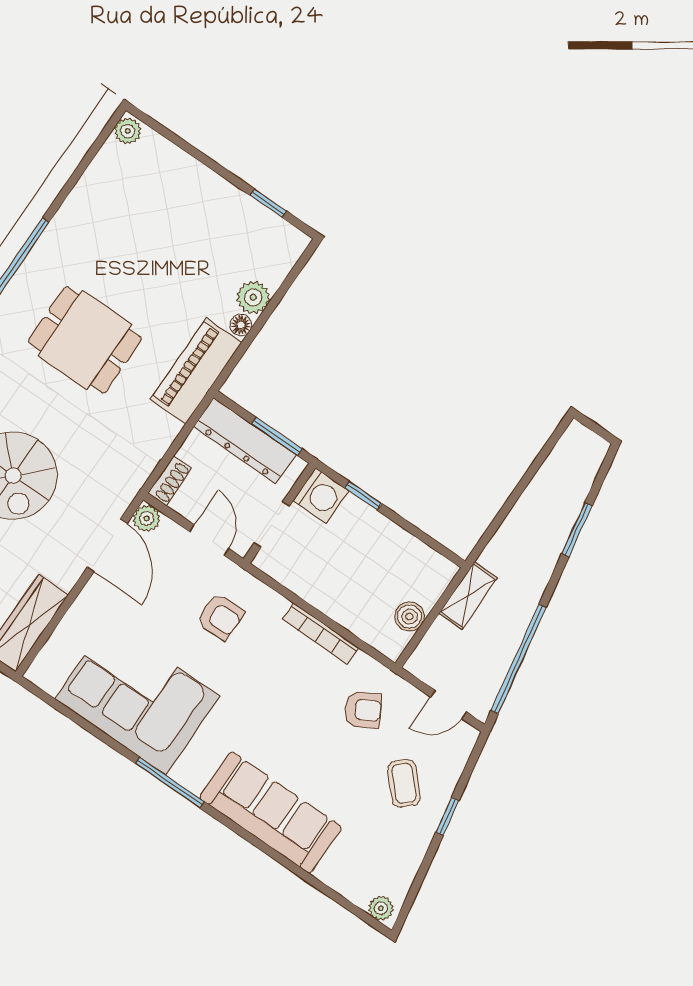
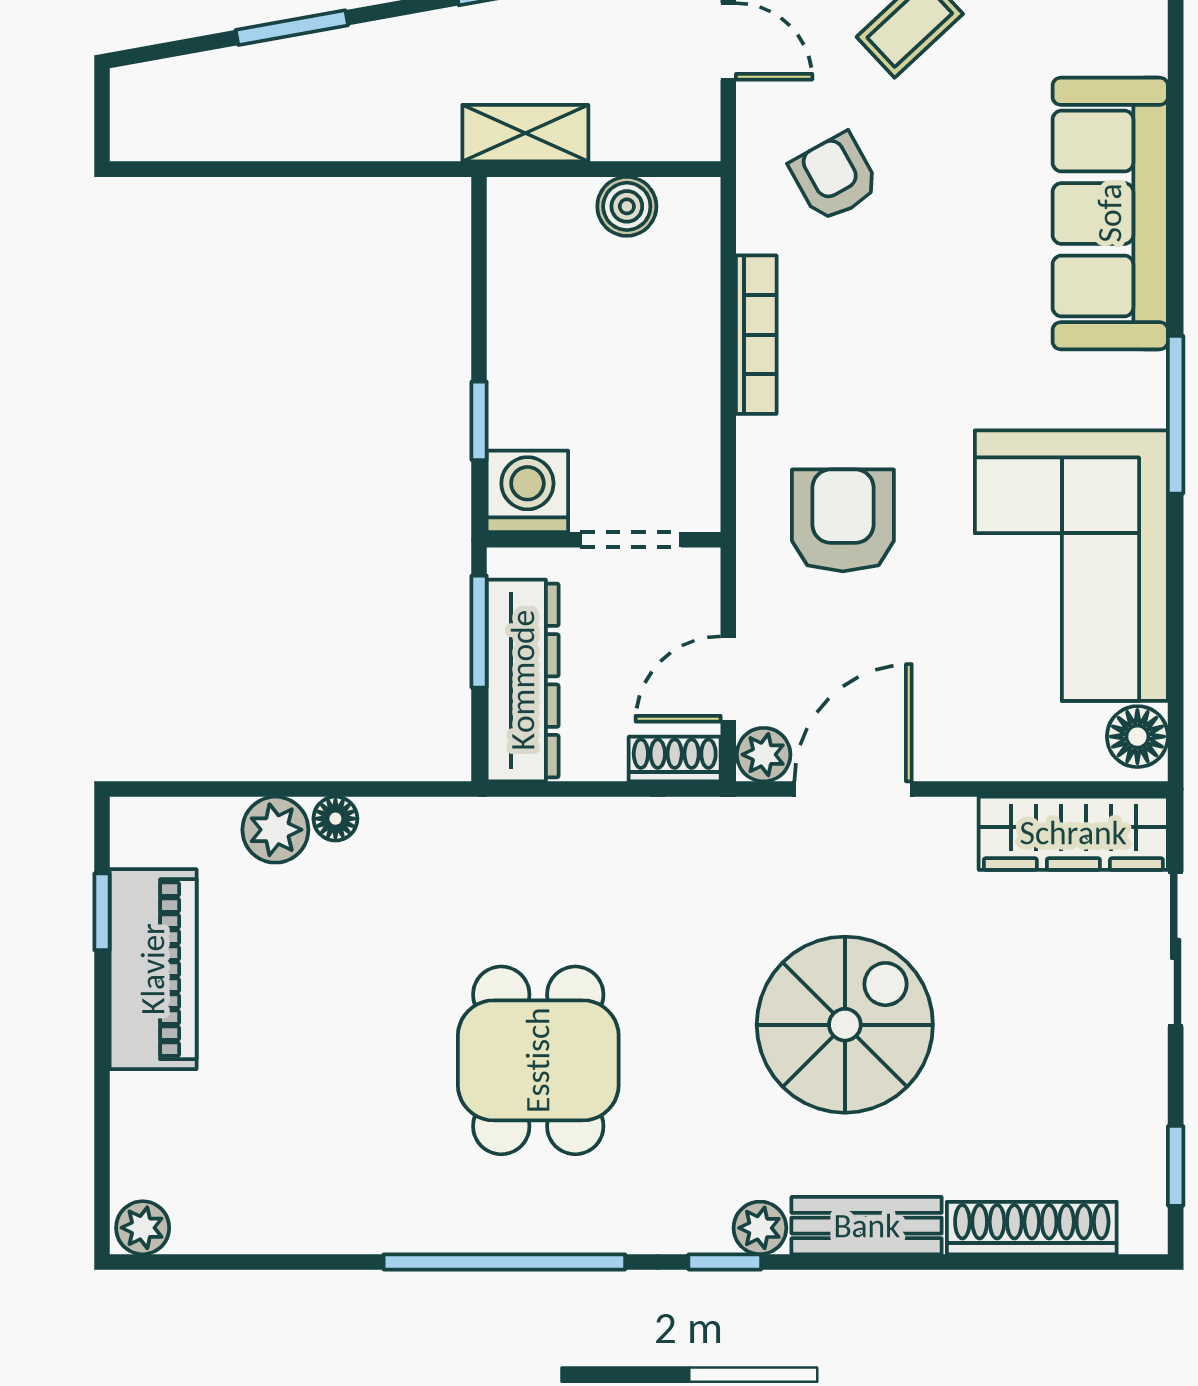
piano: (196, 371) -> (153, 969), moved, turned -90
door: (209, 540) -> (728, 679), moved
armchair: (220, 617) -> (843, 520), width x1.38, depth x1.38
floor lamp: (49, 676) -> (1137, 737), added

